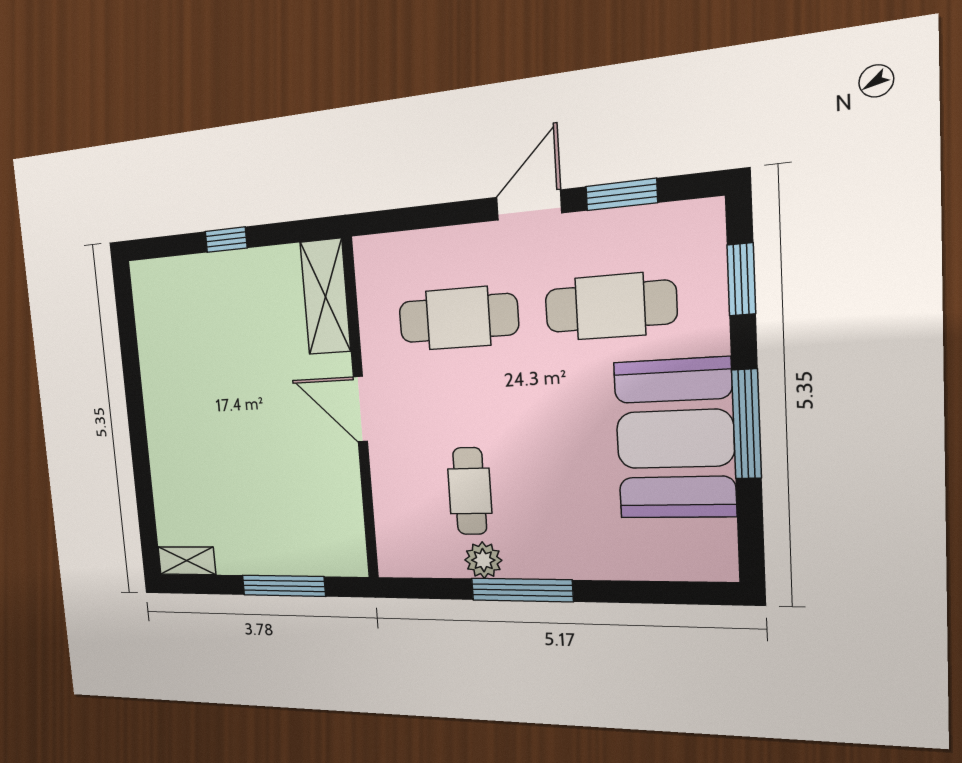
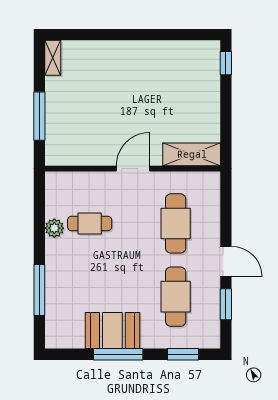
window: (226, 240) -> (226, 63), moved
booth: (675, 439) -> (112, 331), width x0.73, depth x0.70
window: (522, 590) -> (39, 290), moved

